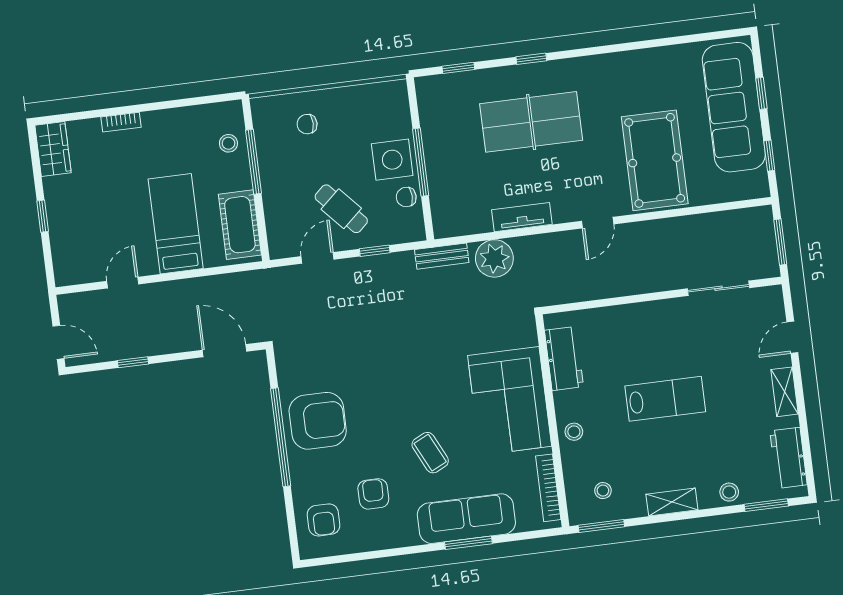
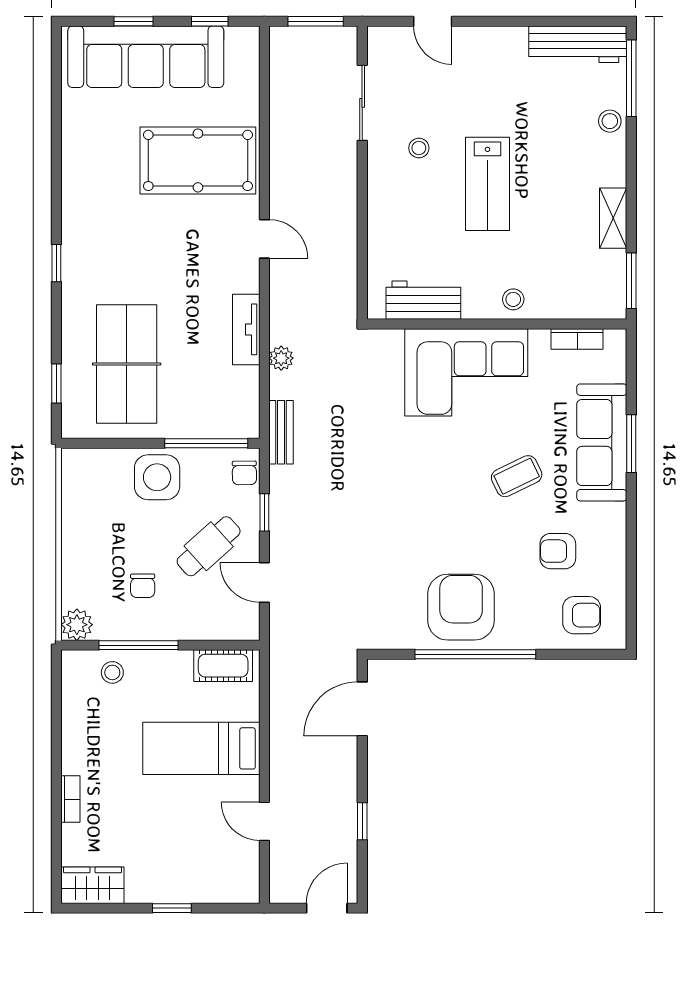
window: (531, 59) -> (56, 263), moved
plant: (264, 109) -> (77, 625), added
table tennis table: (531, 122) -> (127, 364), moved
chair: (307, 124) -> (143, 586), moved
window: (421, 162) -> (206, 443), moved
chair: (406, 197) -> (244, 473), moved
cot: (240, 225) -> (223, 666), width x0.73, depth x0.75
plant: (494, 258) -> (281, 358), width x0.53, depth x0.53
shelving: (785, 392) -> (497, 39), removed
lab bench: (665, 399) -> (488, 184), turned 180
workbench: (789, 458) -> (578, 44), width x1.37
bookcase: (548, 488) -> (577, 339), width x0.64
stool: (603, 491) -> (419, 148), moved
shelving: (672, 502) -> (613, 218), moved
window: (766, 505) -> (631, 78), width x1.44

